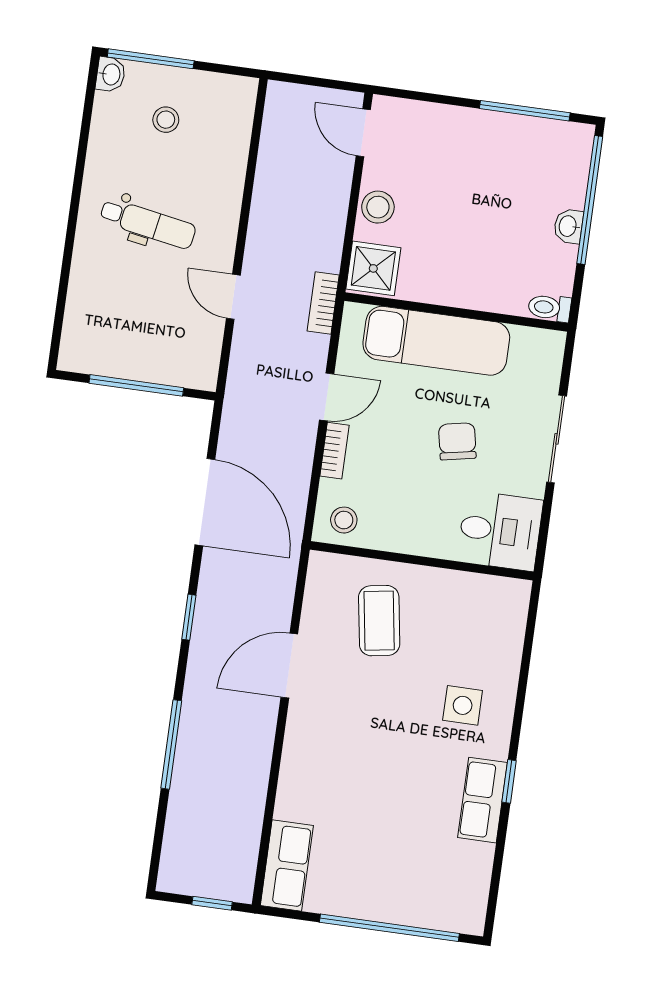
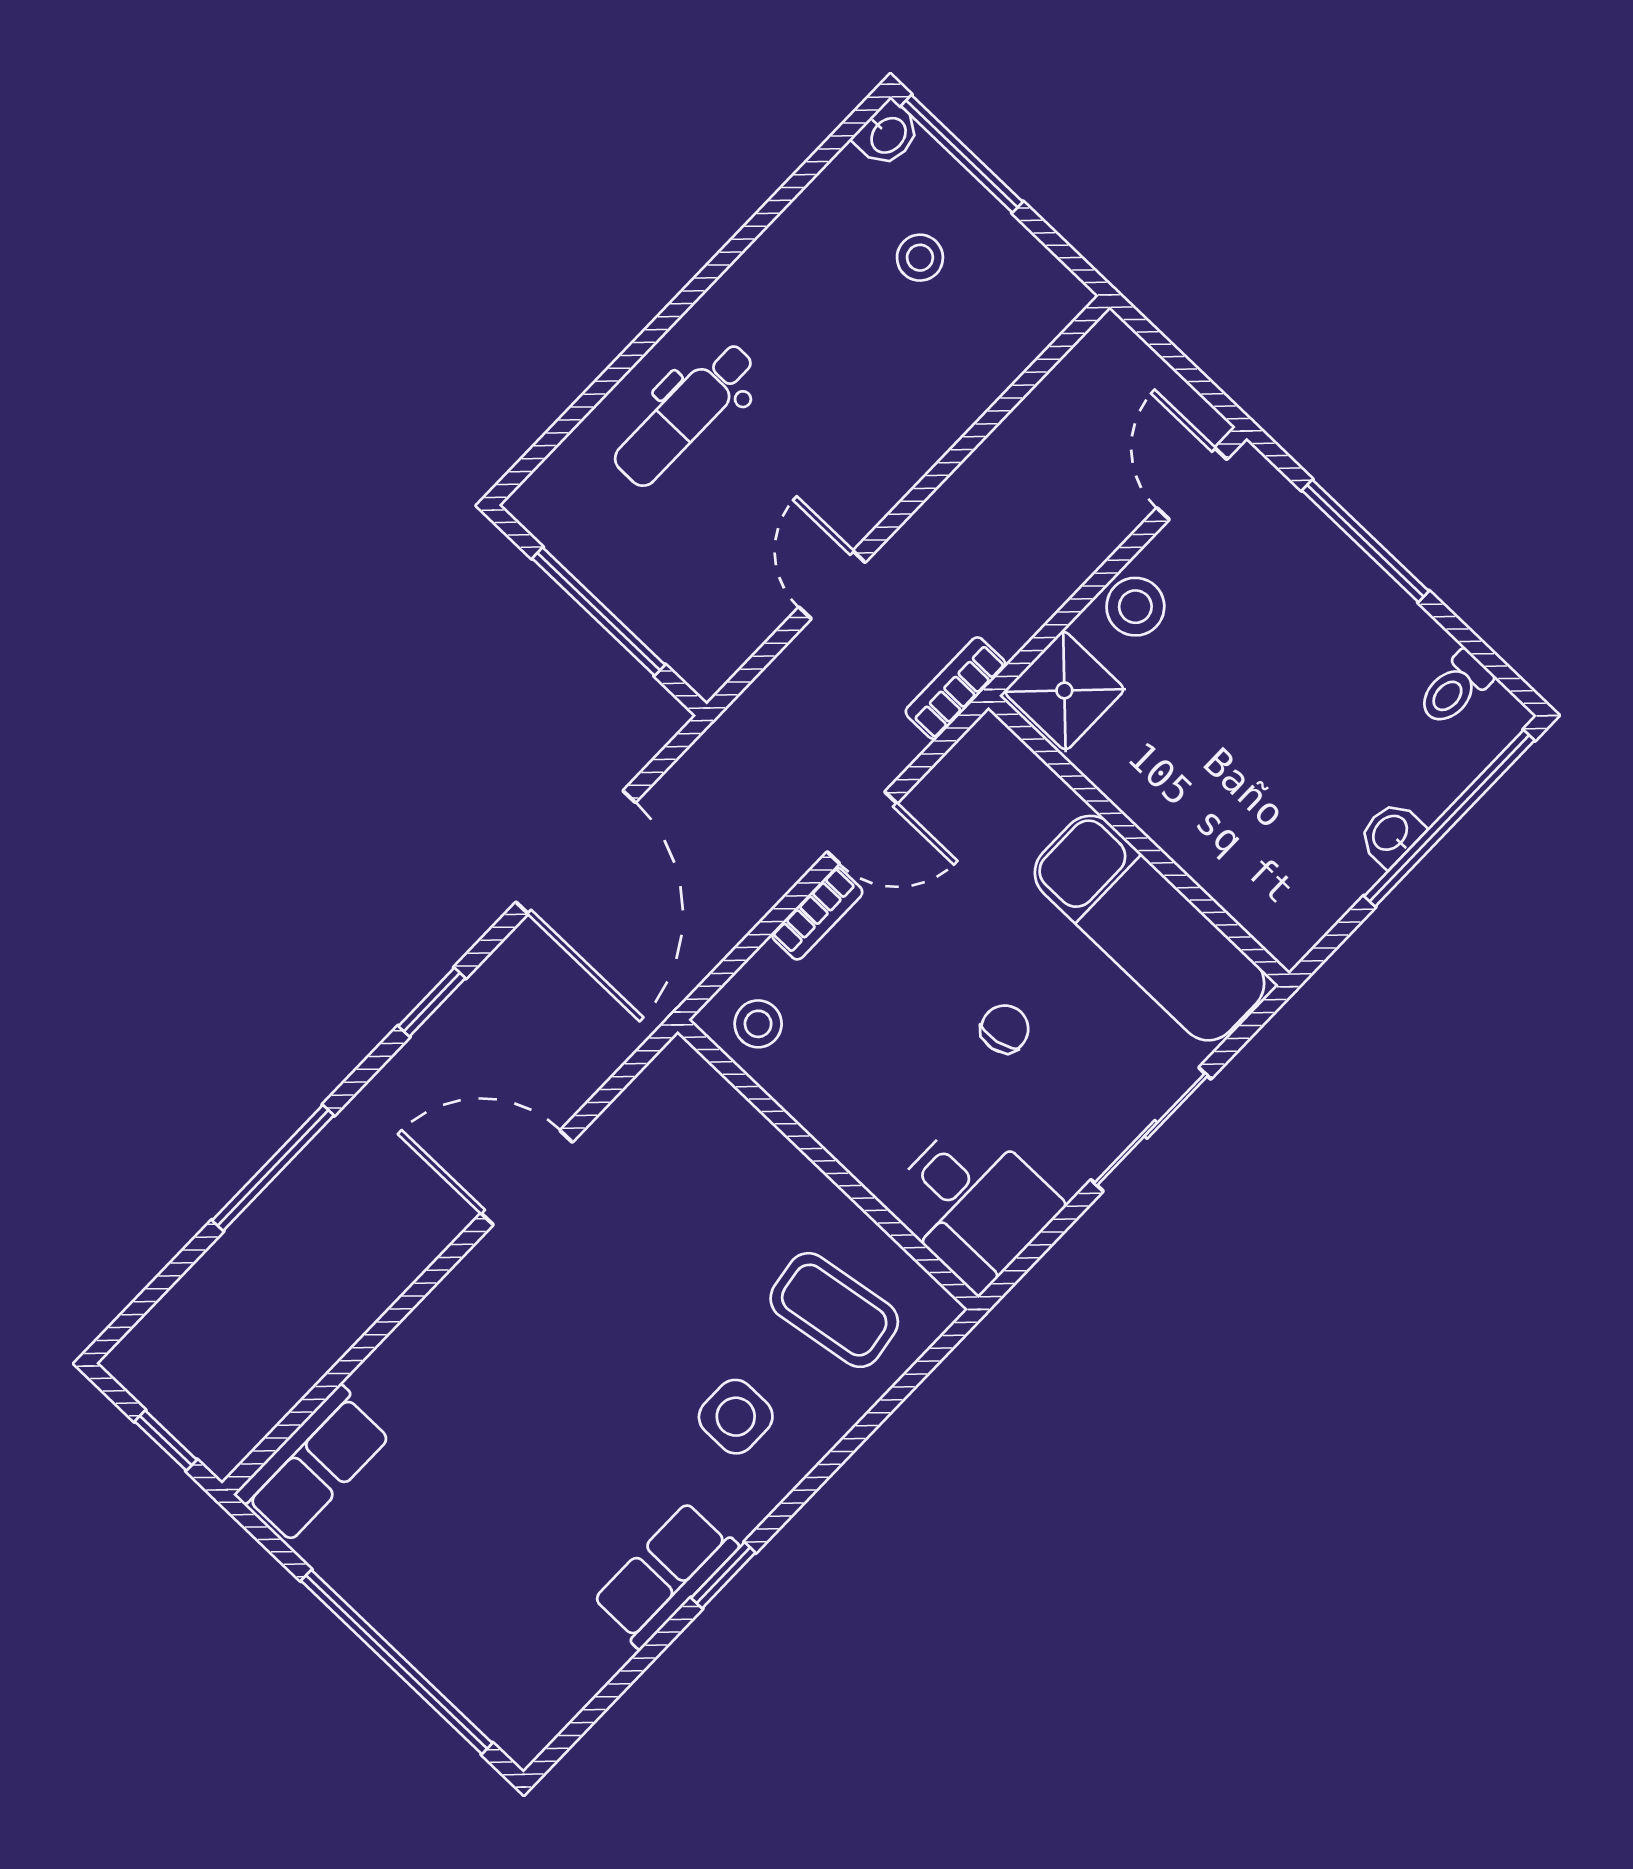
window: (525, 111) -> (1365, 541), moved
dental chair: (148, 223) -> (685, 414), moved, turned 80
toilet: (549, 308) -> (1455, 688), moved, turned -90
exam couch: (436, 341) -> (1149, 928), moved
chair: (457, 441) -> (1005, 1029), width x0.73, depth x0.73
coffee table: (379, 621) -> (834, 1310), moved, turned 90

